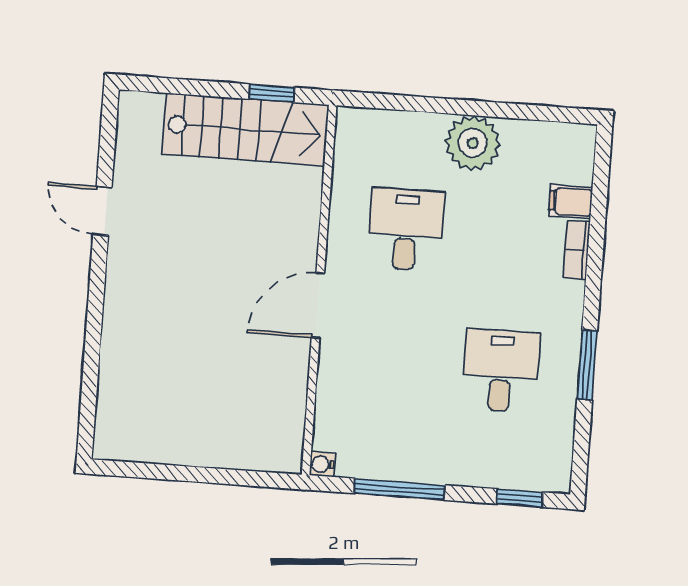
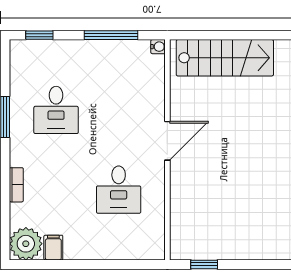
stairs: (245, 129) -> (225, 58), moved, turned 180
plant: (473, 143) -> (26, 244), moved
filing cabinet: (571, 202) -> (53, 248), moved, turned -90

